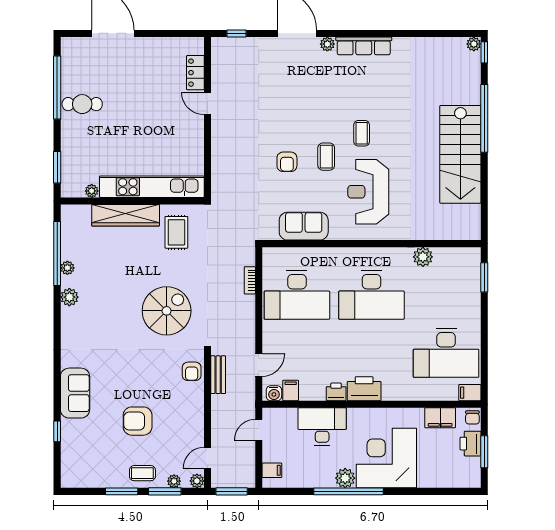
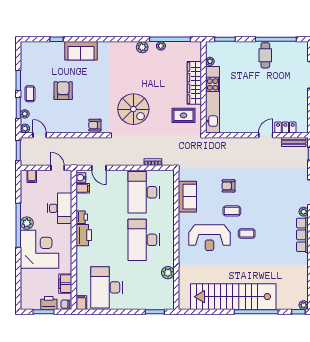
stairs: (460, 154) -> (233, 297), width x1.36
reception desk: (368, 192) -> (209, 238), turned 180
bench: (218, 375) -> (294, 142), moved

